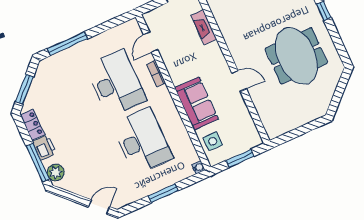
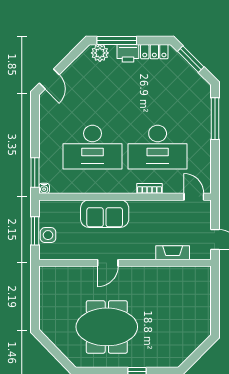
door: (151, 42) -> (194, 197), moved
side table: (213, 141) -> (48, 235), moved
window: (163, 193) -> (35, 173), moved

